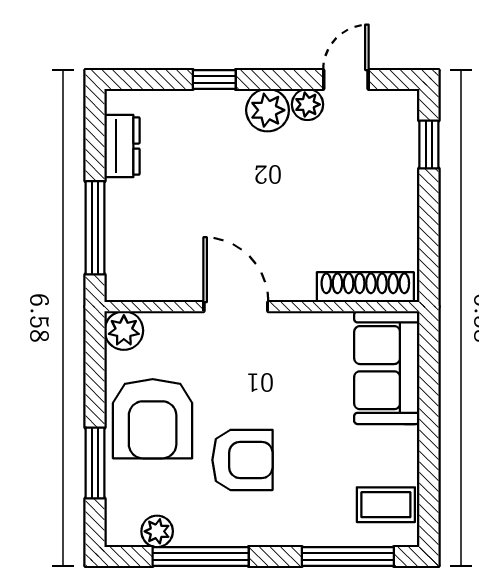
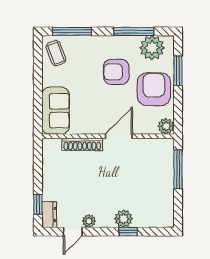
plant: (268, 110) -> (123, 219), moved
dresser: (122, 146) -> (49, 215), moved, turned 180
shoe rack: (365, 287) -> (82, 144), moved
door: (236, 307) -> (119, 136), swing flipped
coffee table: (386, 505) -> (56, 53), turned 70
plant: (157, 531) -> (152, 48), width x1.88, depth x1.88

